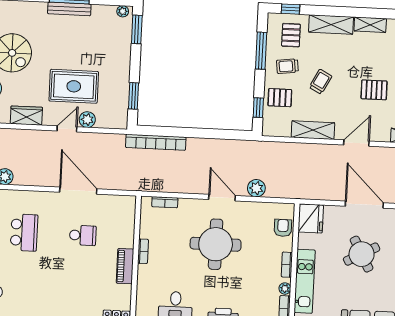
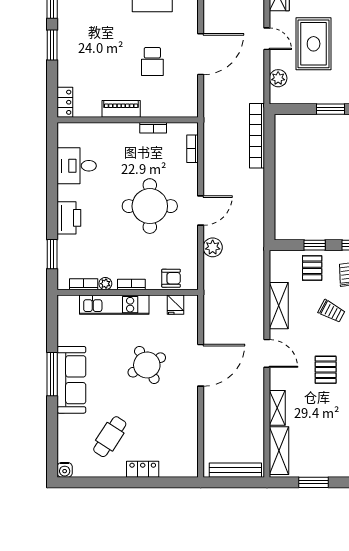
window: (134, 96) -> (331, 109), moved
window: (258, 108) -> (315, 245), moved
plant: (87, 120) -> (278, 78), moved
fridge: (311, 218) -> (175, 305), width x0.53, depth x0.75
bookcase: (143, 251) -> (153, 128), moved

